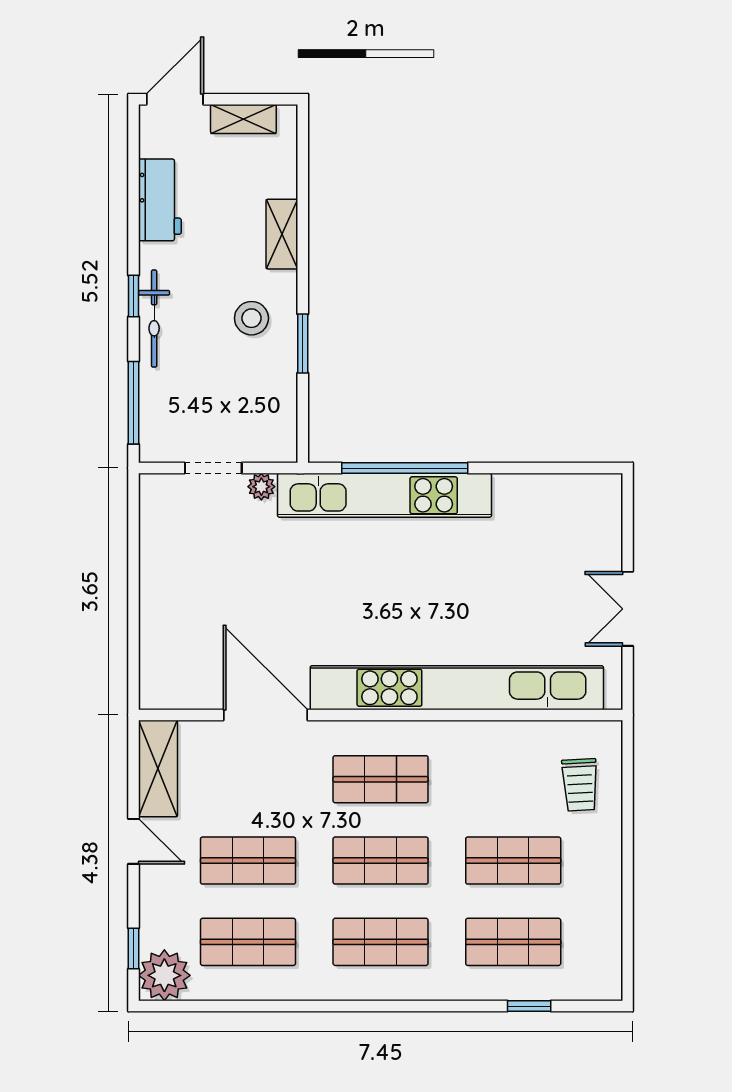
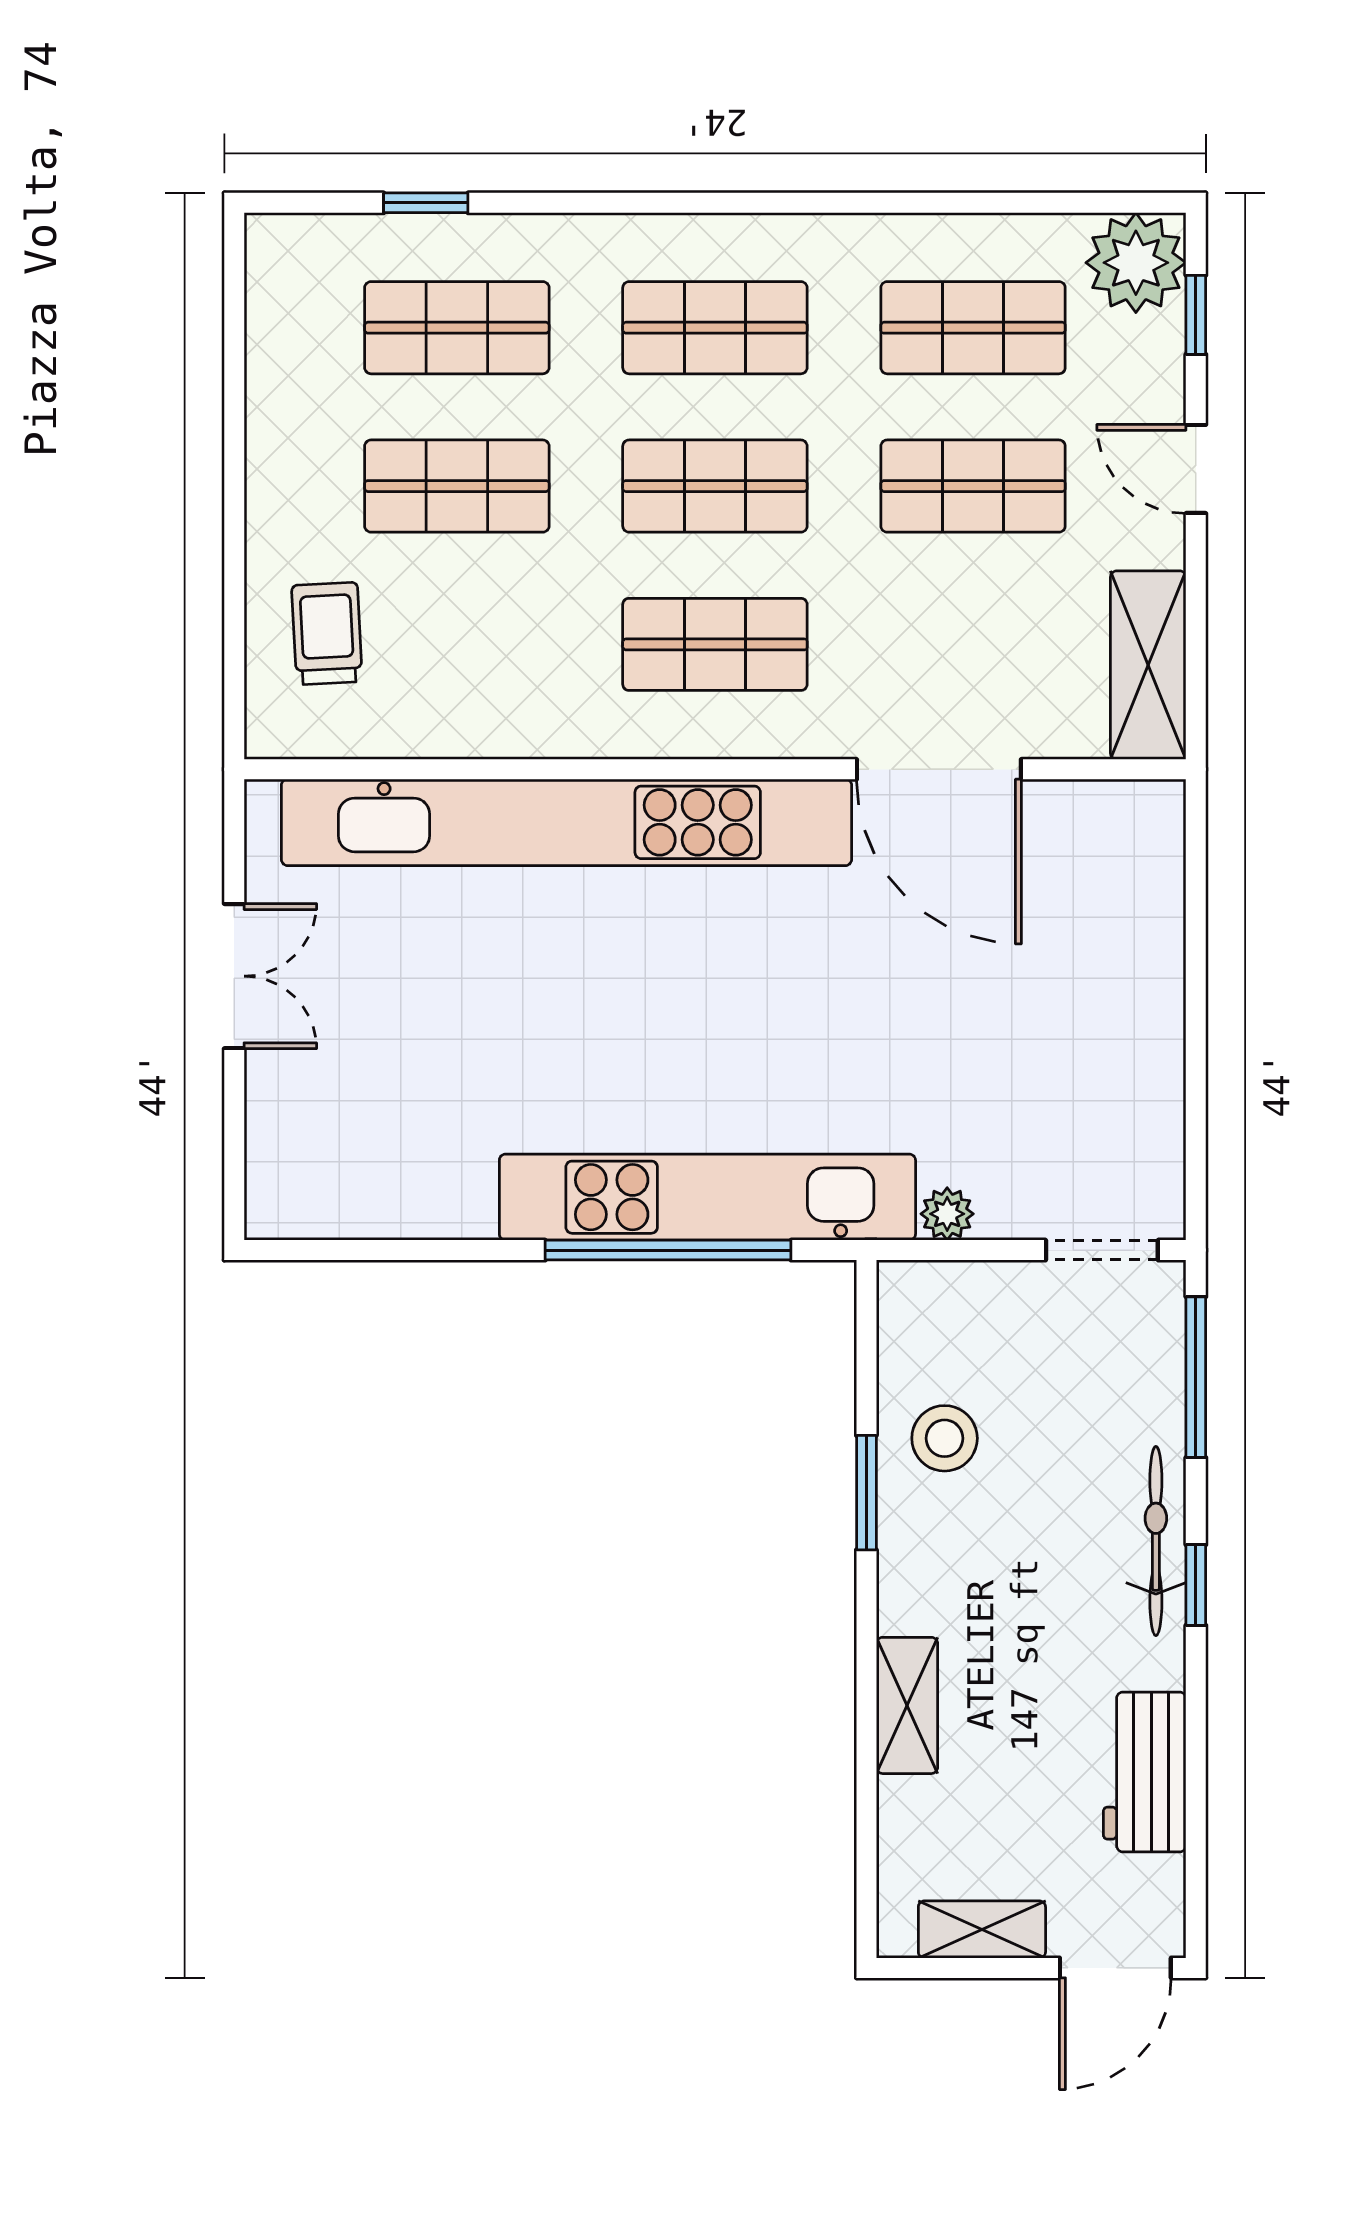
stool: (251, 318) -> (945, 1438), moved
doorway: (213, 468) -> (1102, 1250), moved
door: (134, 841) -> (1196, 469), moved

